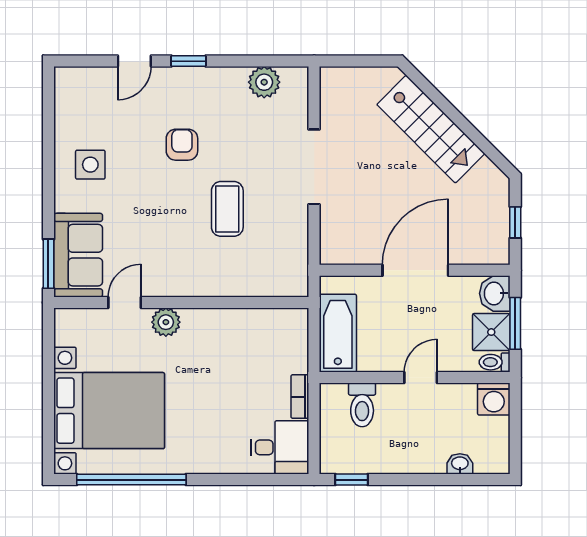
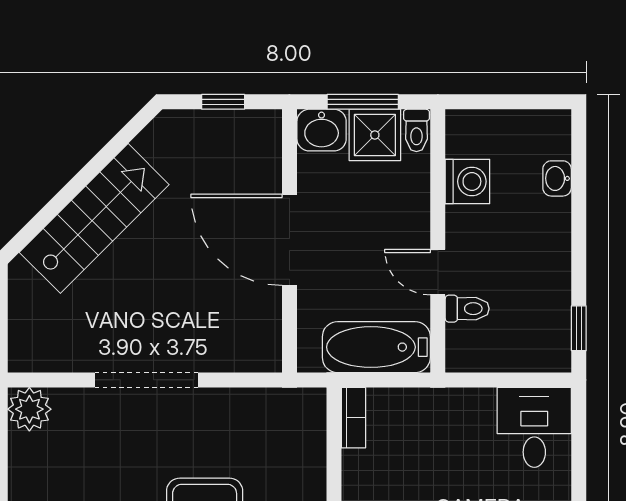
plant: (264, 82) -> (29, 409), moved
door: (421, 378) -> (438, 272), moved
bookcase: (300, 397) -> (353, 418), moved, turned -90
washing machine: (494, 399) -> (467, 181), moved
toilet: (362, 405) -> (467, 309), width x0.73, depth x0.72

